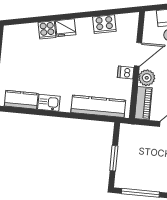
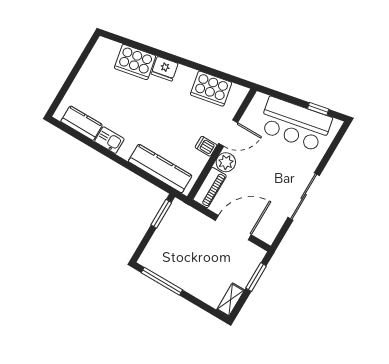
cooker: (104, 24) -> (211, 89), width x1.37, depth x1.31
cooker: (47, 30) -> (135, 62), width x1.87, depth x1.31
window: (114, 158) -> (161, 214), moved

